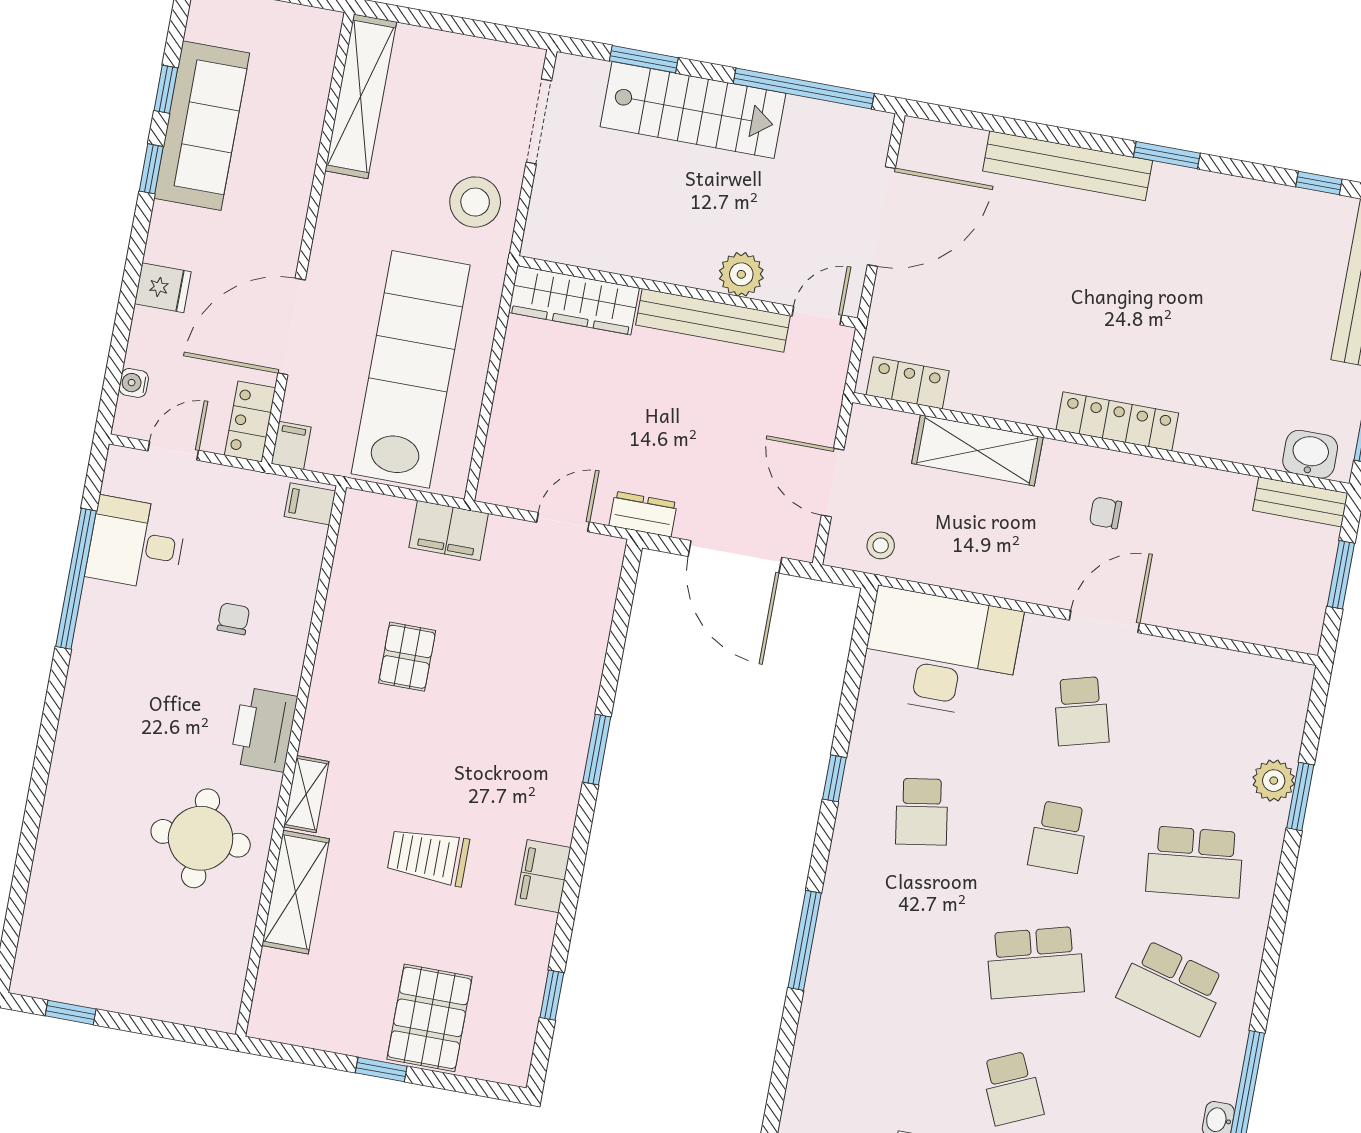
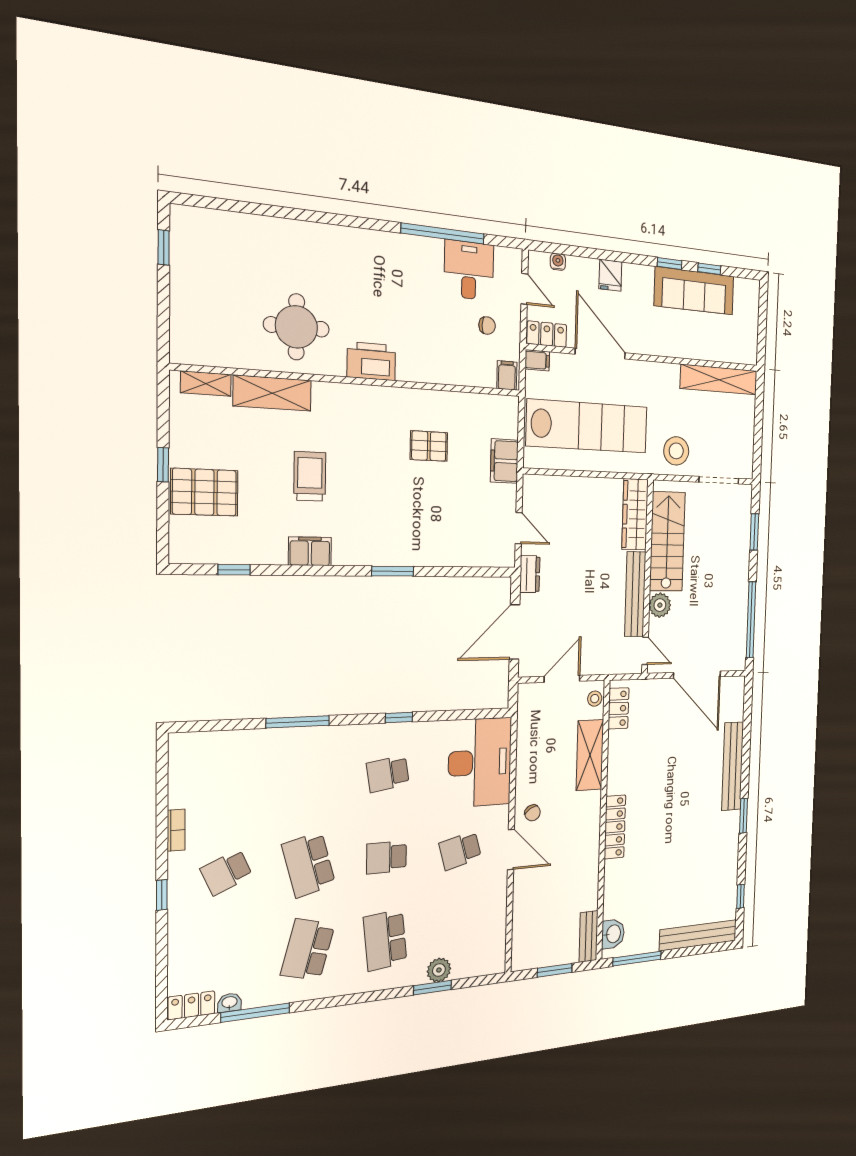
stairs: (693, 110) -> (667, 541), moved, turned 180
chair: (1106, 513) -> (533, 813), moved, turned 150
stool: (881, 545) -> (595, 699), moved
chair: (233, 619) -> (487, 326), moved
shelving: (306, 794) -> (206, 384), moved

